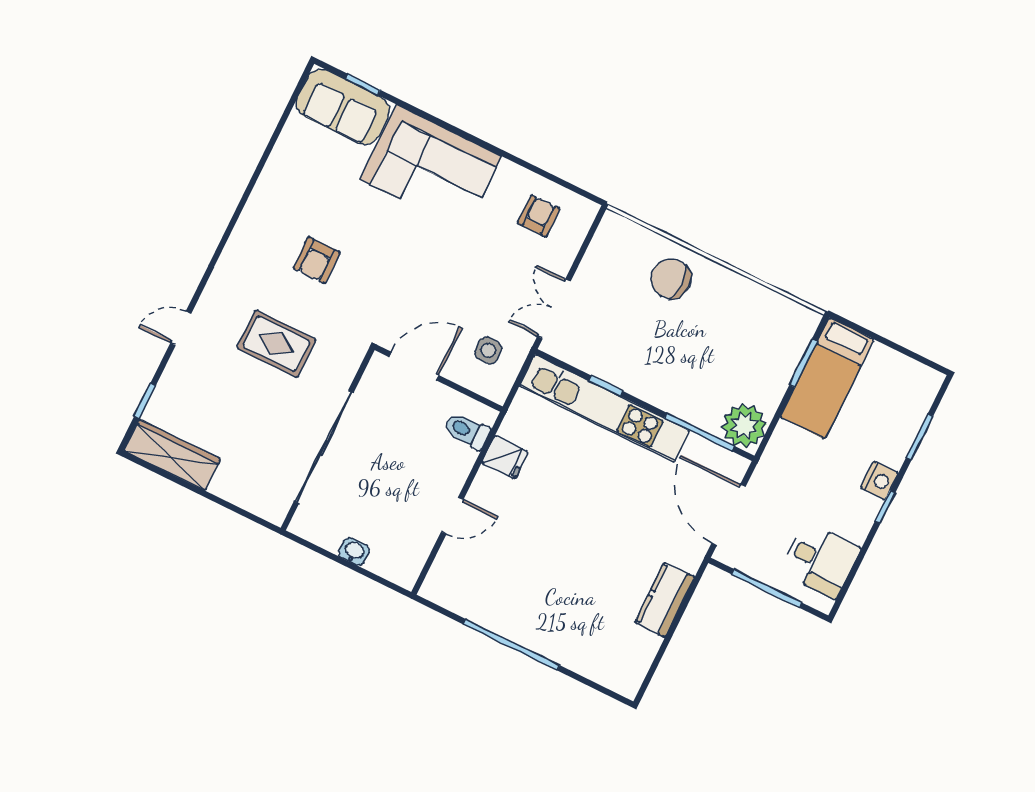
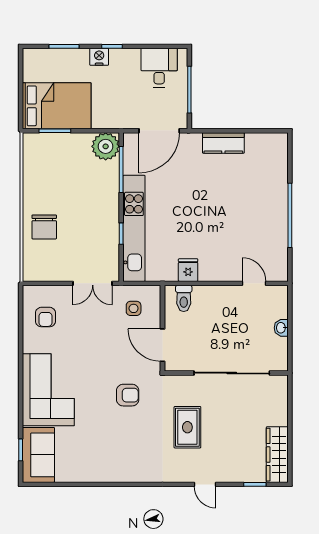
armchair: (539, 216) -> (45, 317), turned -90
armchair: (317, 260) -> (128, 395), moved
bed: (827, 378) -> (57, 106), width x1.50
door: (452, 516) -> (254, 283), moved

